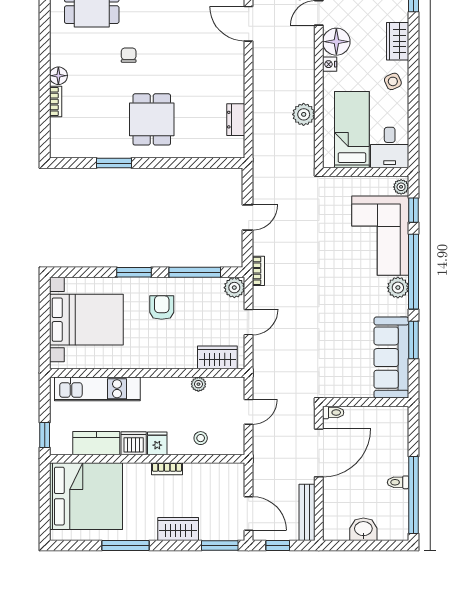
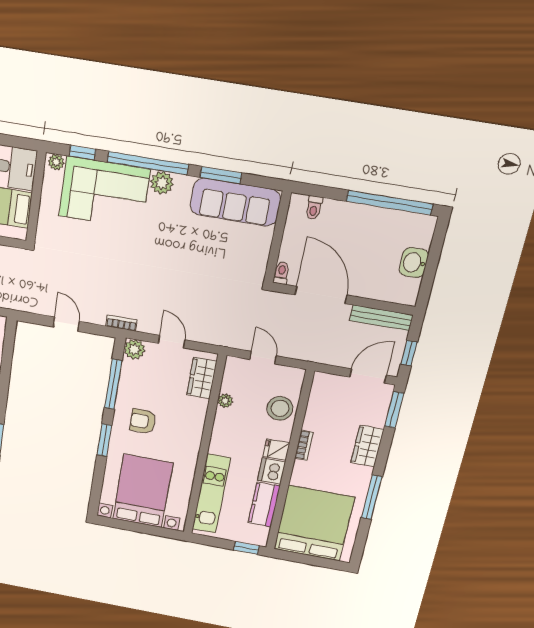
stool: (201, 438) -> (280, 408), width x1.89, depth x1.89
toilet: (398, 482) -> (314, 208), moved

